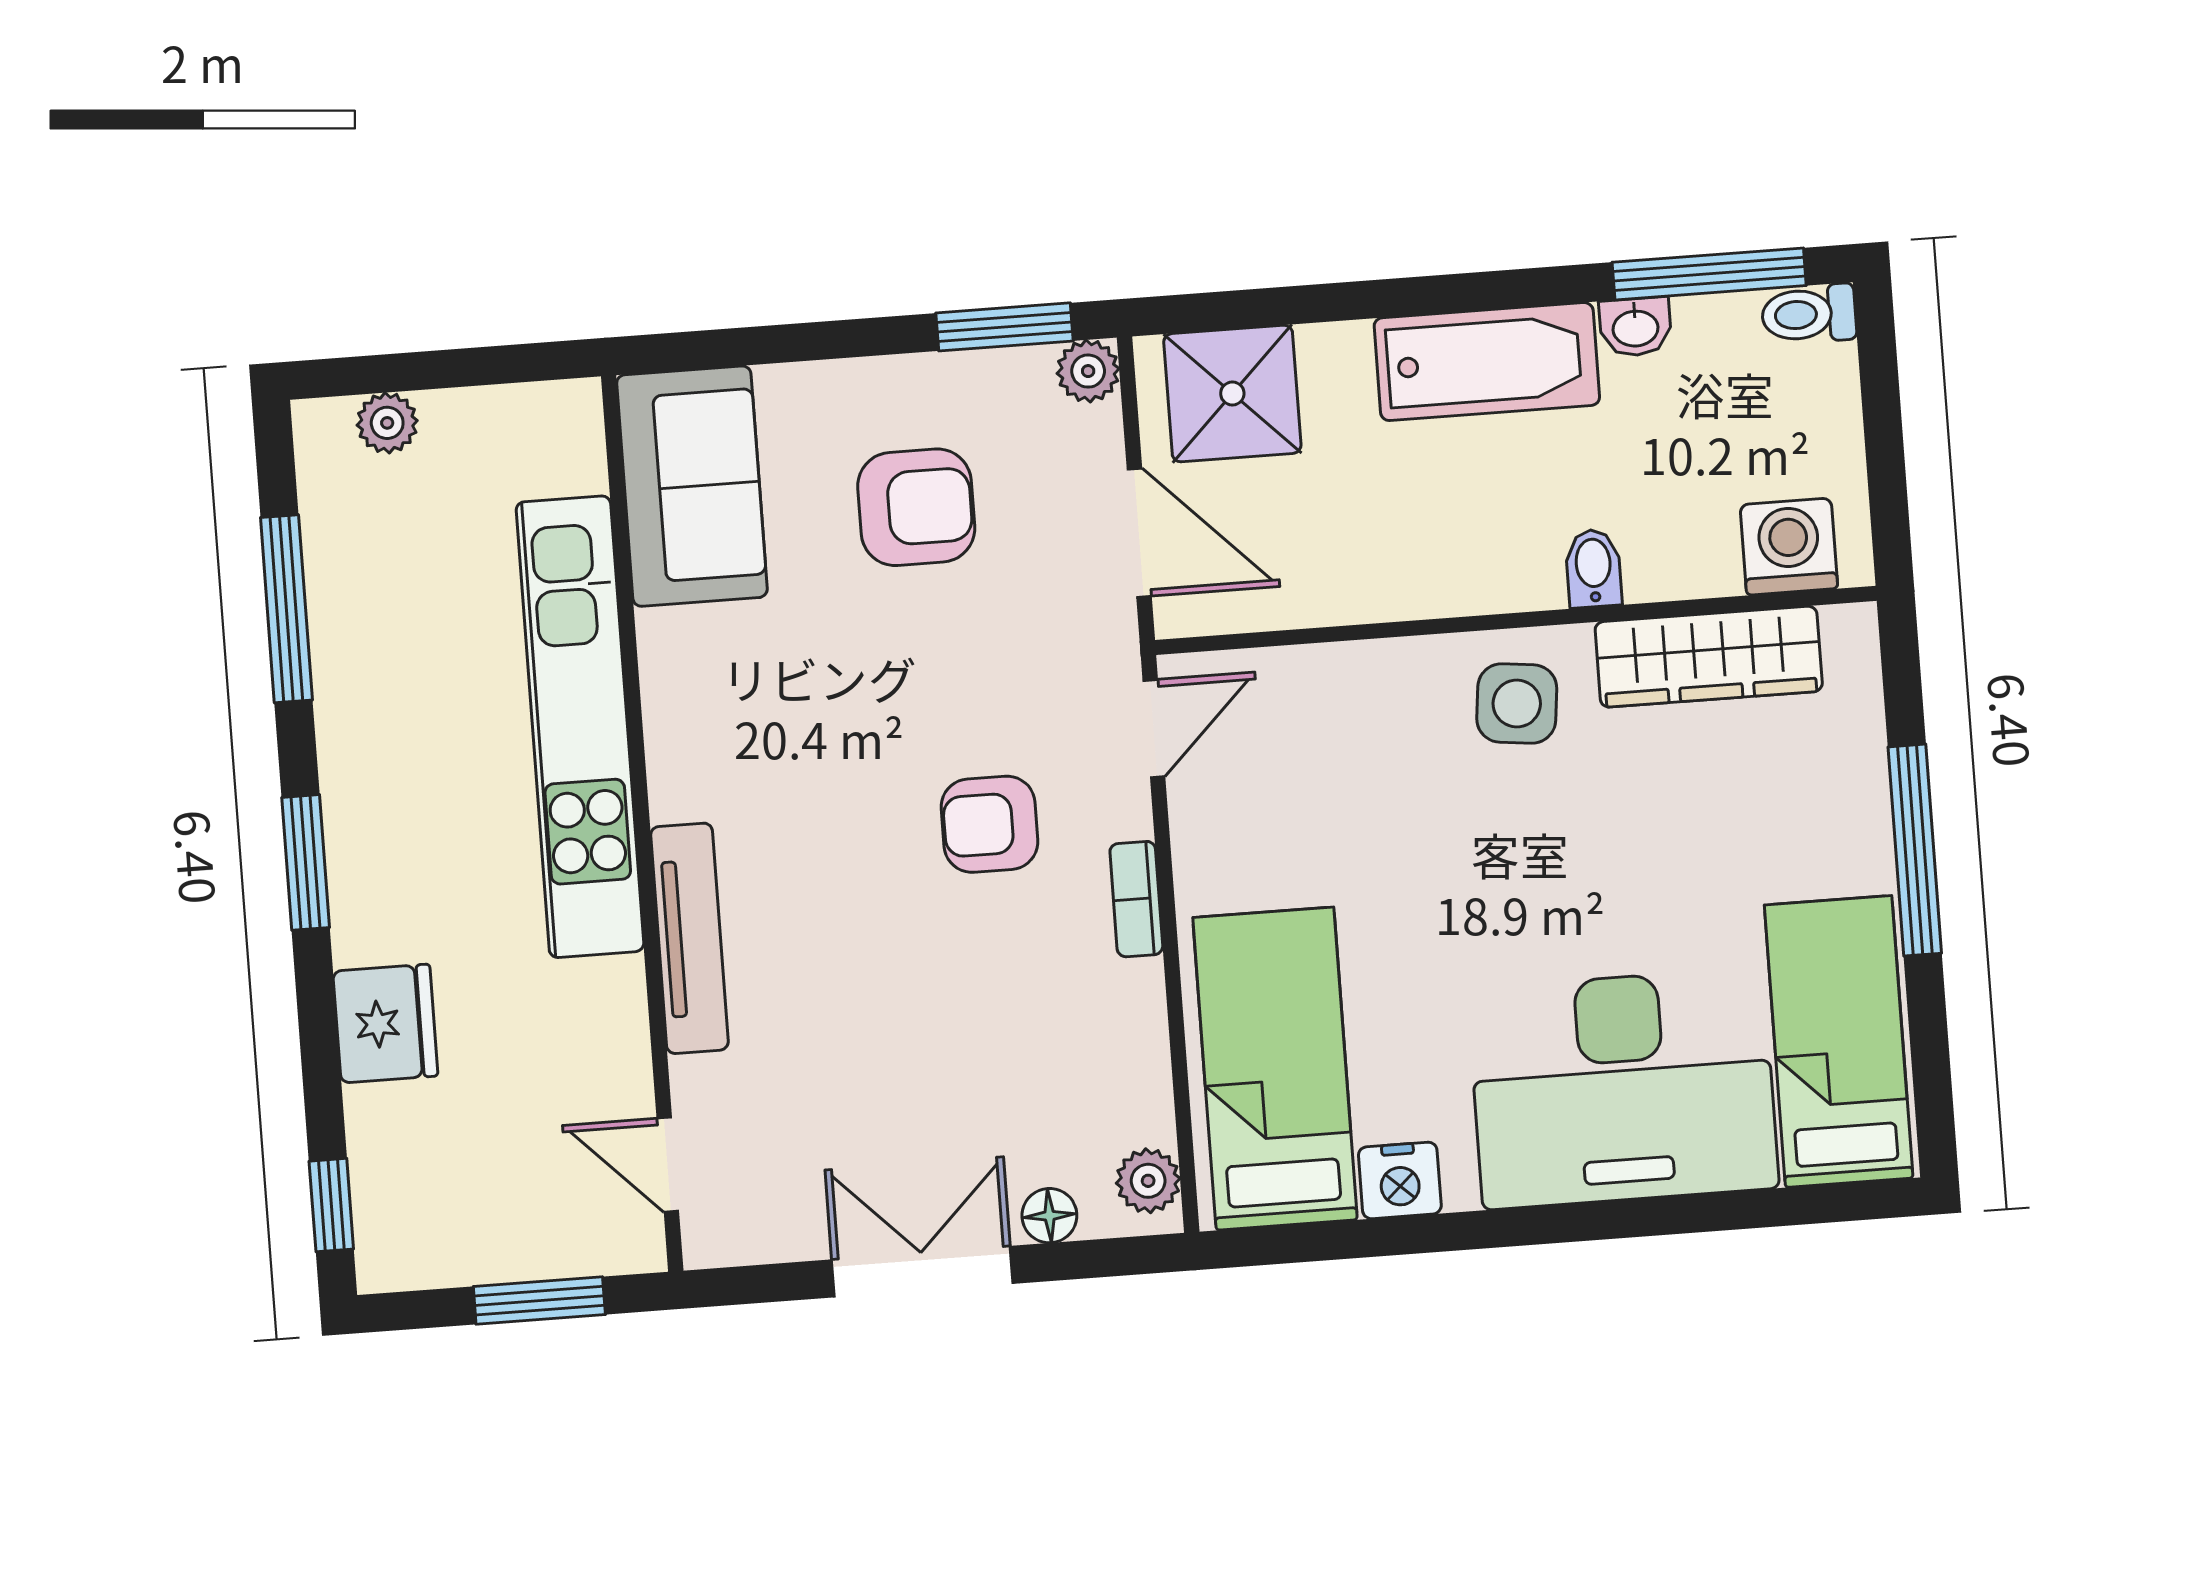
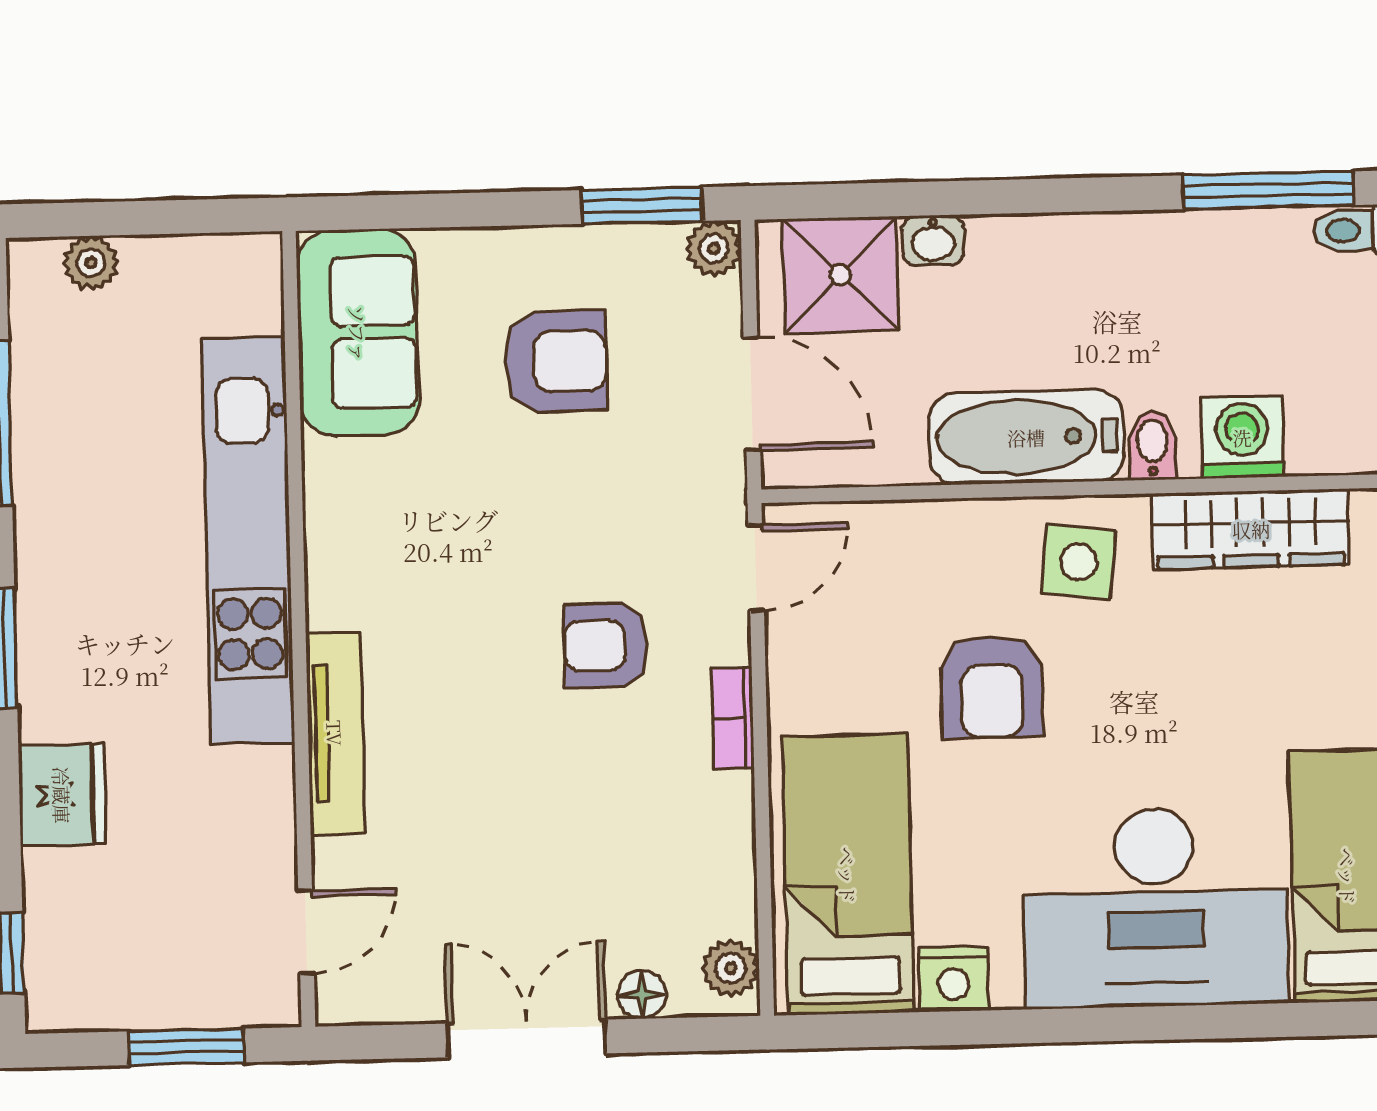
washbasin: (1635, 327) -> (933, 240), moved
bathtub: (1487, 362) -> (1026, 437), moved, turned 180
washing machine: (1789, 547) -> (1242, 437), moved
armchair: (1426, 849) -> (992, 687), added
door: (668, 1165) -> (306, 932), swing flipped

